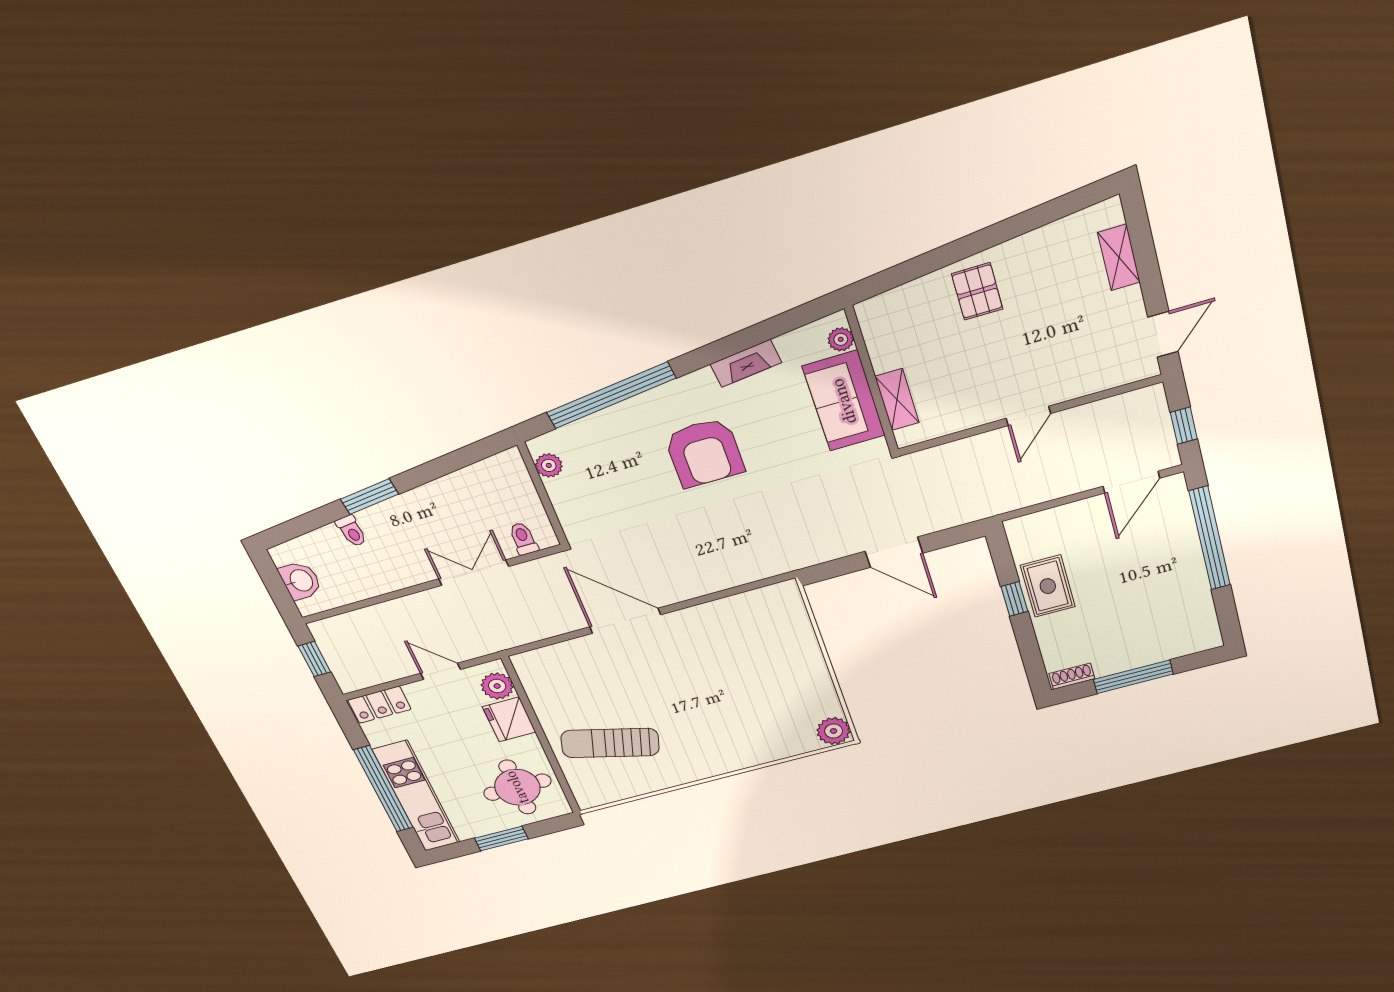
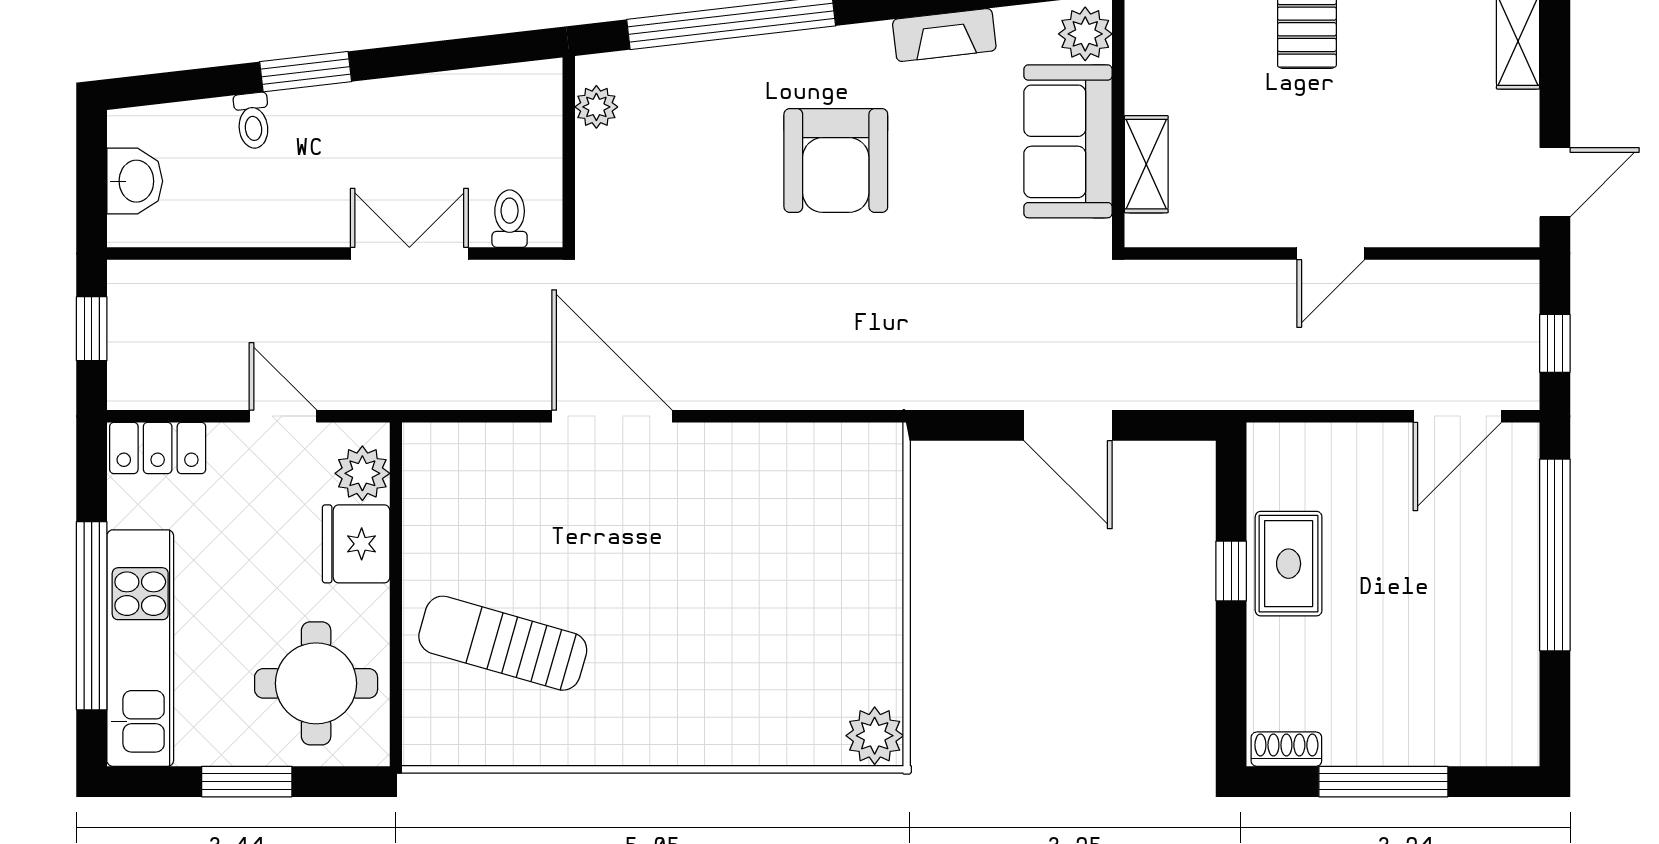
plant: (841, 339) -> (1085, 34), width x1.38, depth x1.38

